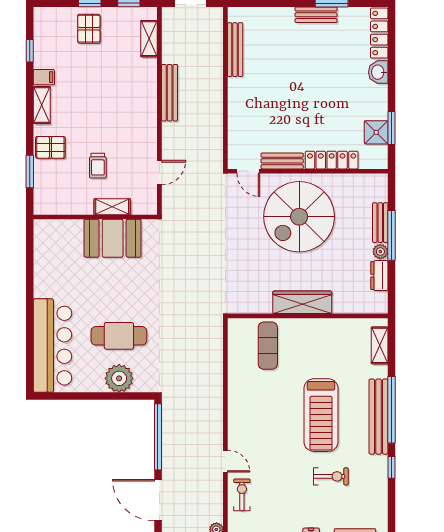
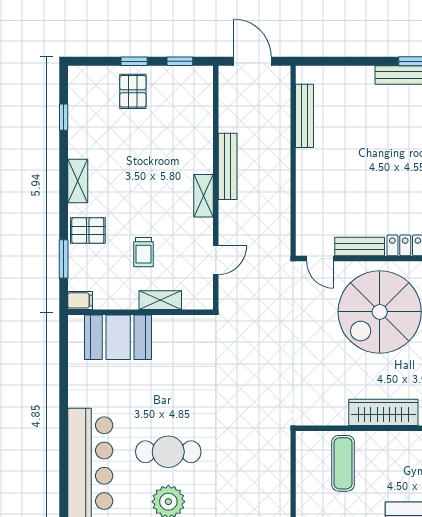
shelving: (149, 39) -> (204, 196), moved
filing cabinet: (44, 77) -> (80, 300), moved
booth: (113, 238) -> (118, 337), moved

